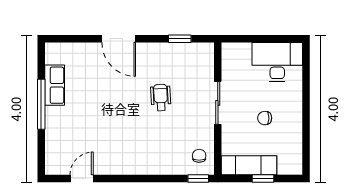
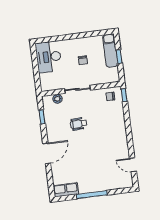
plant: (207, 68) -> (57, 99), added
row of seats: (55, 85) -> (66, 190), moved
exam couch: (249, 165) -> (110, 51), moved

